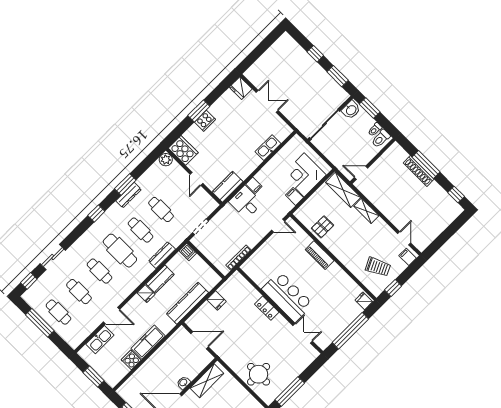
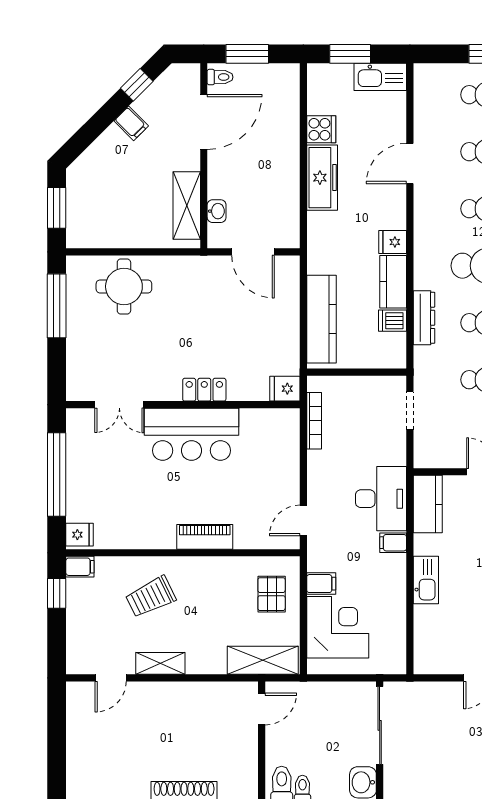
kitchen sink: (268, 148) -> (426, 580), moved
desk: (246, 202) -> (381, 499), width x1.37
shelving: (366, 211) -> (160, 663), moved
pallet: (322, 227) -> (272, 594), moved
door: (404, 238) -> (111, 678), hinge flipped
dishwasher: (188, 252) -> (392, 321), moved
filing cabinet: (408, 257) -> (80, 567), moved
trolley: (378, 267) -> (151, 597), moved
fridge: (217, 300) -> (285, 389), moved
kitchen counter: (187, 303) -> (321, 319), moved
kitchen sink: (100, 340) -> (380, 77), moved, turned -90
door: (200, 340) -> (253, 252), hinge flipped
washbasin: (183, 383) -> (217, 211), moved

